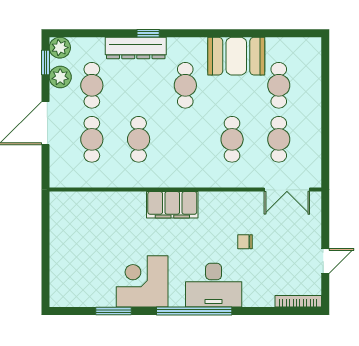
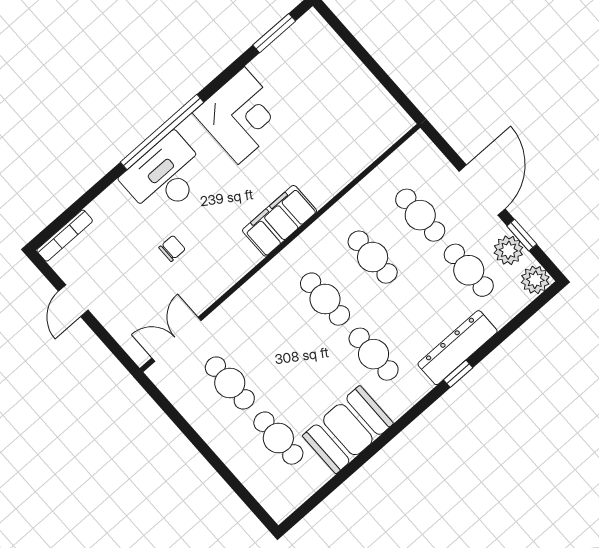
window: (45, 62) -> (522, 235), moved
cafe table: (232, 139) -> (325, 299), moved
window: (113, 311) -> (274, 33), moved

